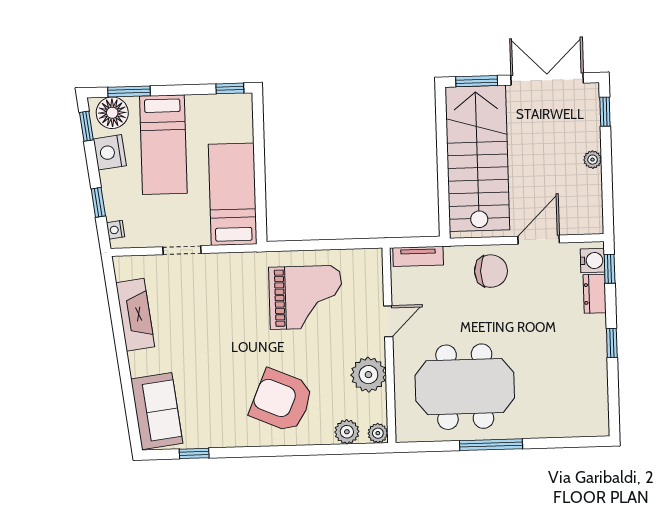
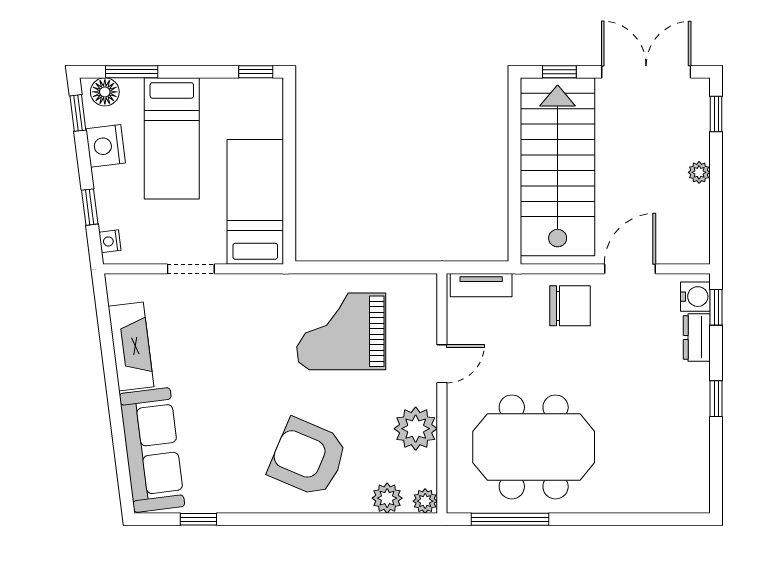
window: (477, 81) -> (559, 72), width x0.67
floor lamp: (112, 113) -> (105, 92), width x0.73, depth x0.73
grand piano: (306, 297) -> (341, 331), turned 180
sofa: (157, 411) -> (152, 450), width x1.36
window: (491, 445) -> (510, 519), moved

